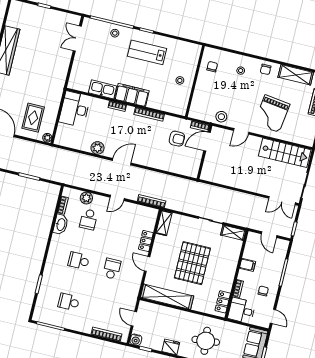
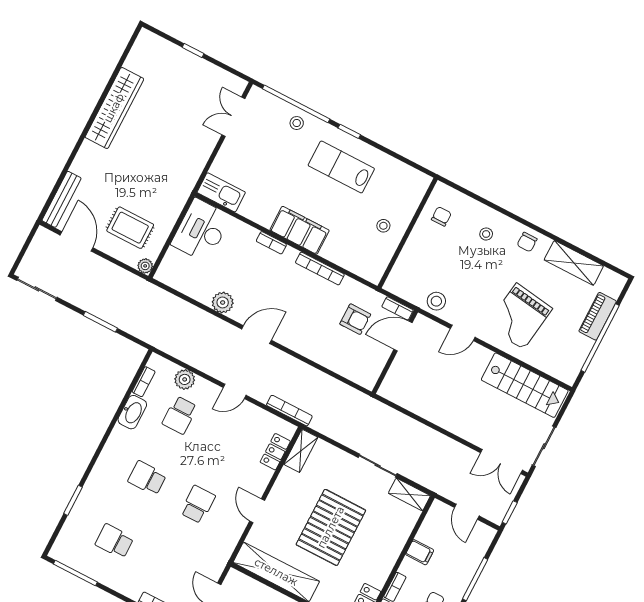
kitchen sink: (103, 89) -> (221, 192), moved
rug: (33, 118) -> (130, 228), turned 90
locker: (146, 241) -> (275, 452), moved

